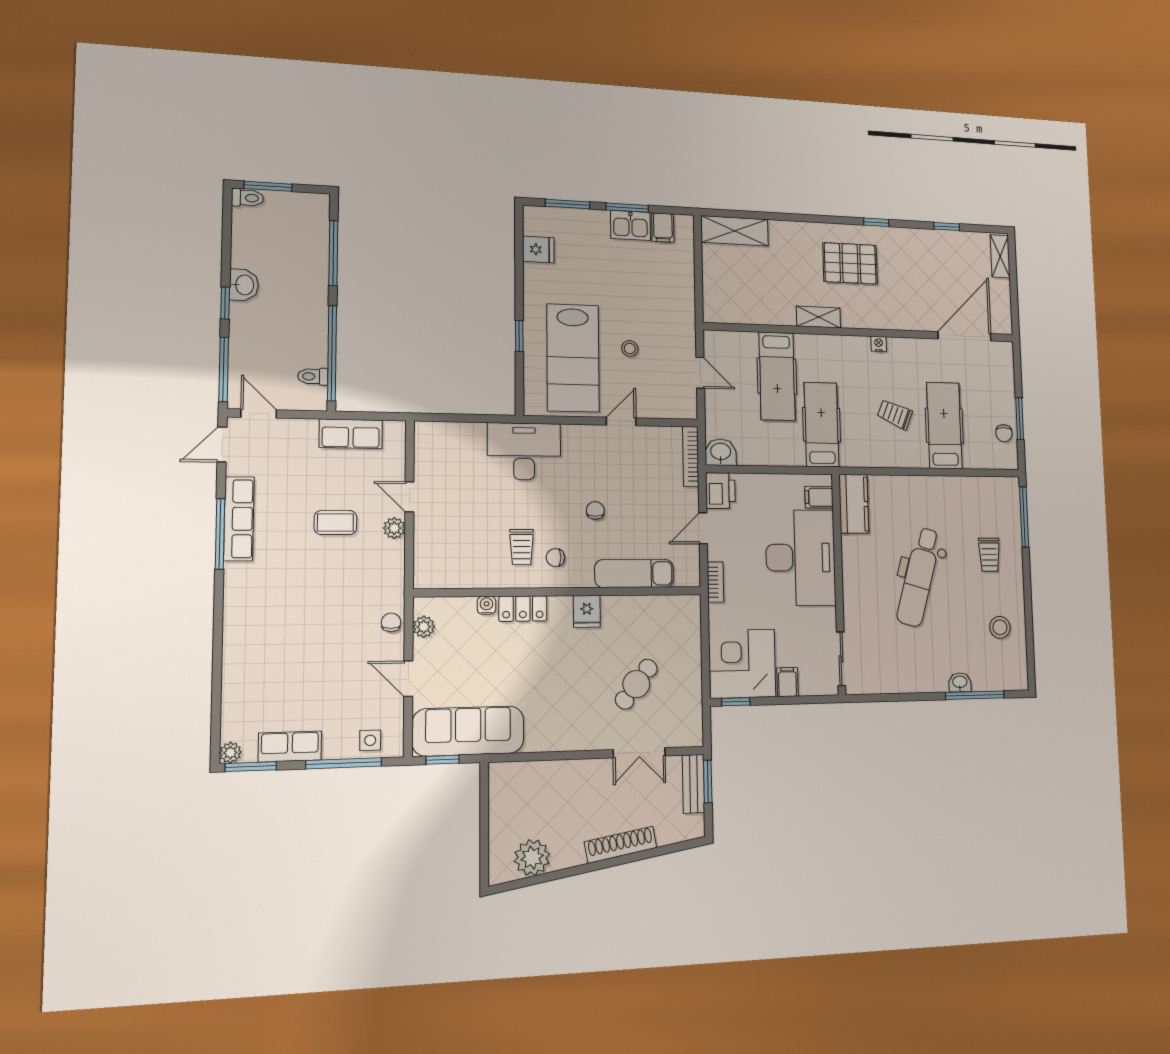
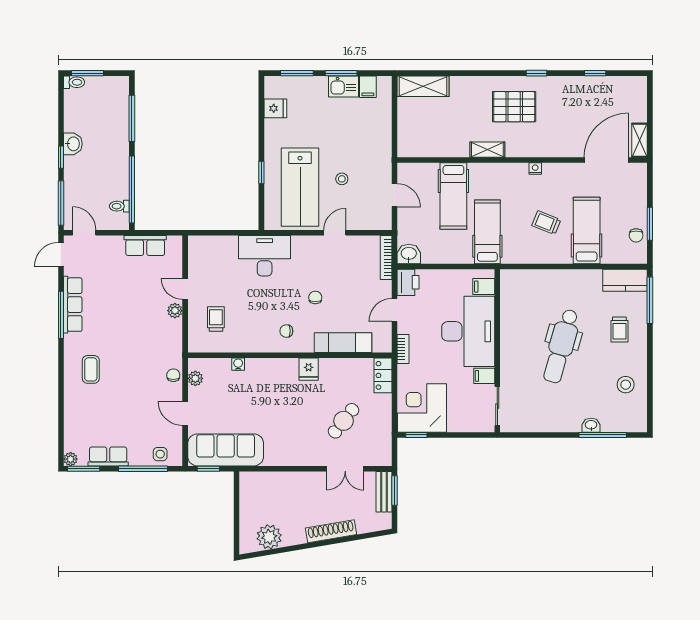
shelving: (1000, 256) -> (639, 140), moved
kitchen counter: (854, 504) -> (625, 280), moved, turned 90
coffee table: (335, 523) -> (91, 369), moved, turned 90
trolley: (522, 547) -> (216, 319), moved, turned 180
locker: (523, 609) -> (383, 375), moved, turned 90
filing cabinet: (787, 682) -> (484, 376), moved, turned -90

